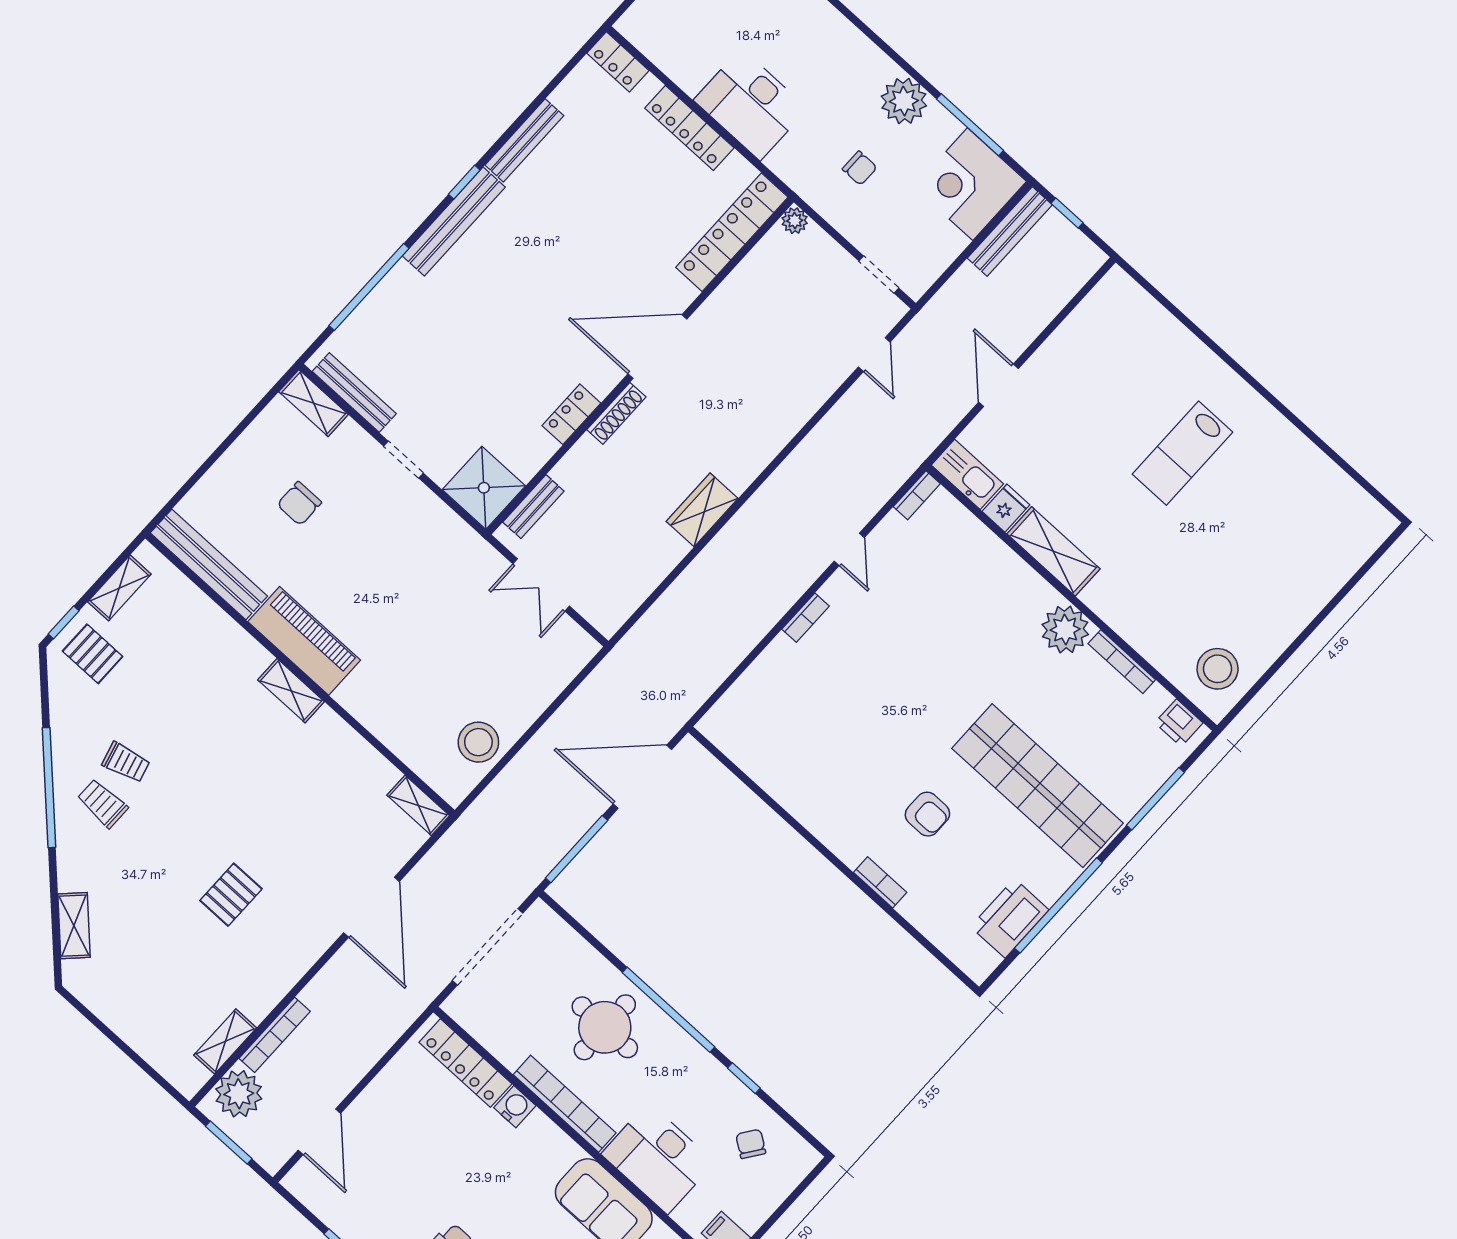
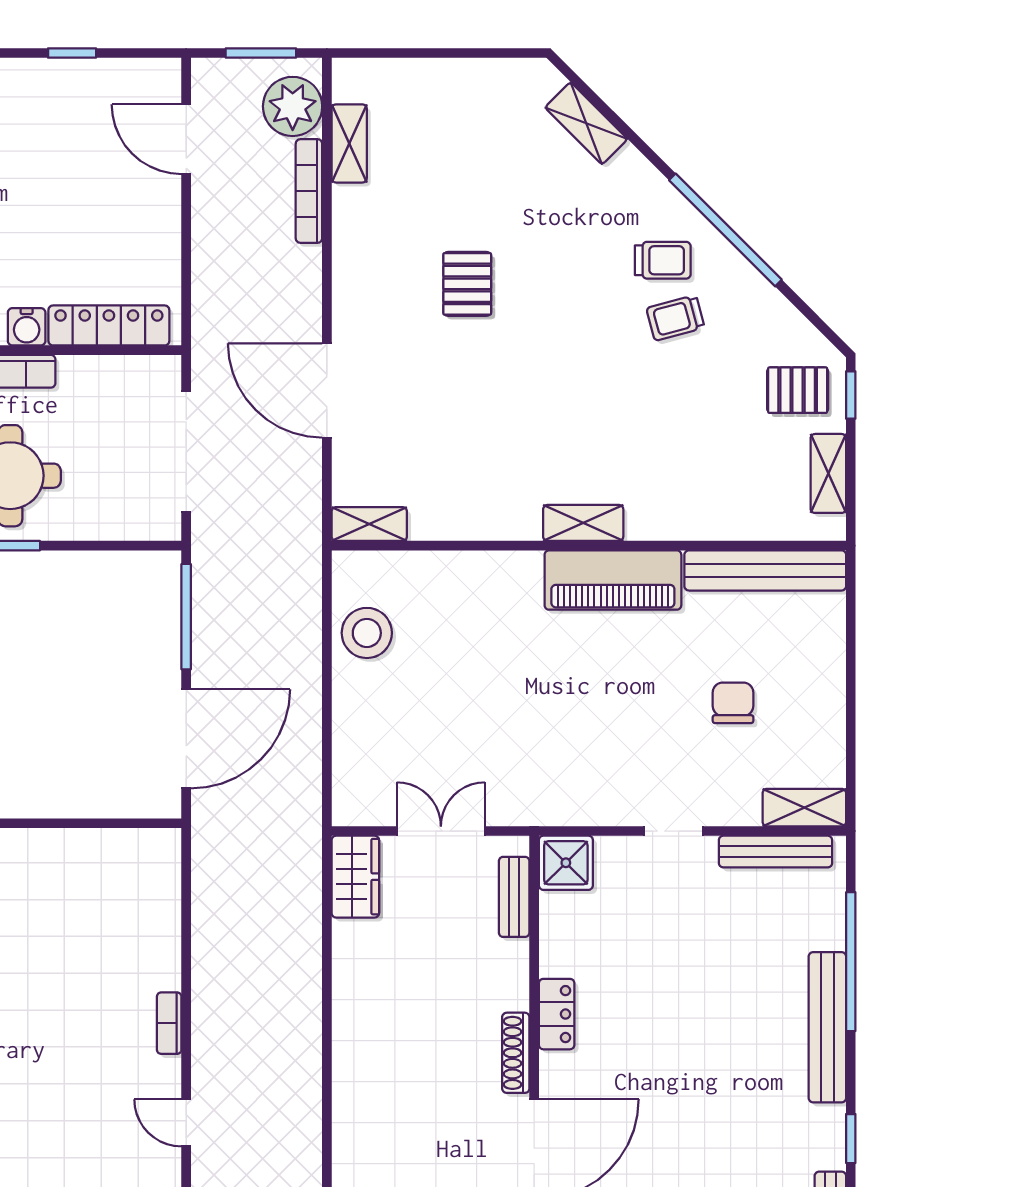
bench: (454, 222) -> (827, 1027), moved
shower: (484, 488) -> (566, 863), width x0.73, depth x0.73
wardrobe: (702, 510) -> (355, 877), moved

